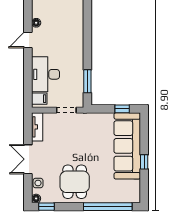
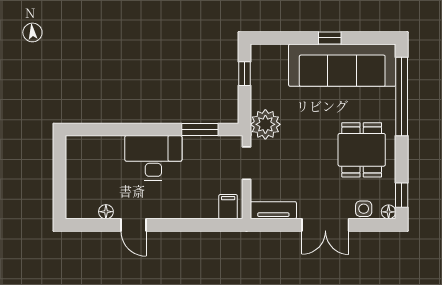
desk: (46, 74) -> (153, 158), moved, turned 180
plant: (90, 122) -> (265, 124), added
sofa: (127, 146) -> (342, 65), moved
dining table: (75, 182) -> (362, 150), turned 90

